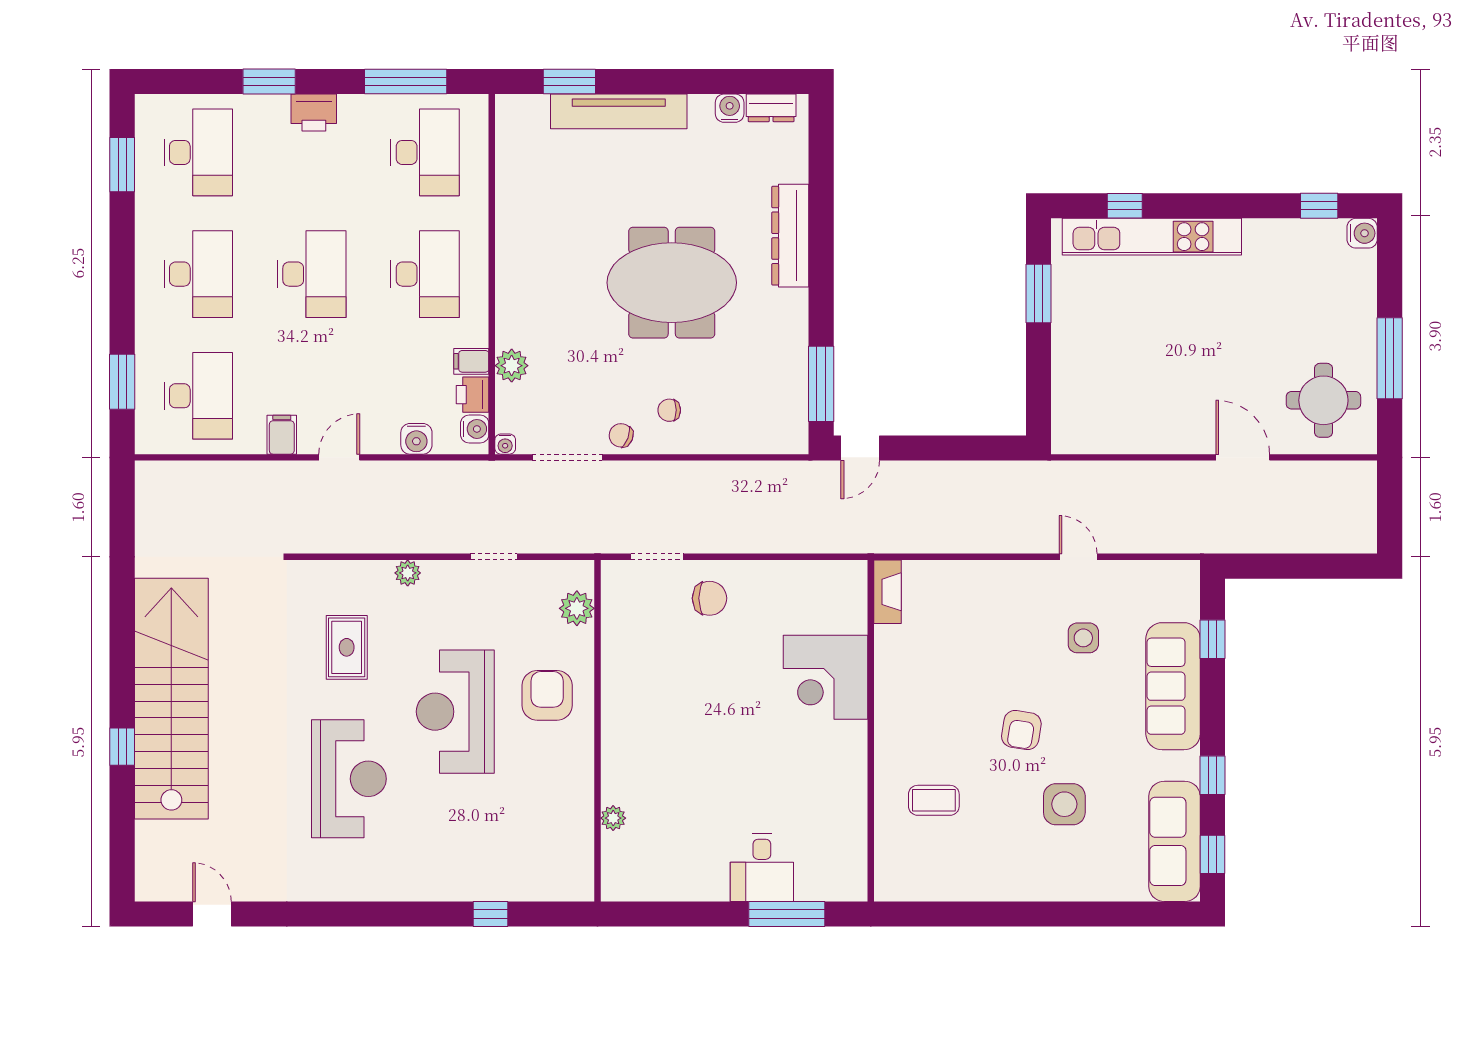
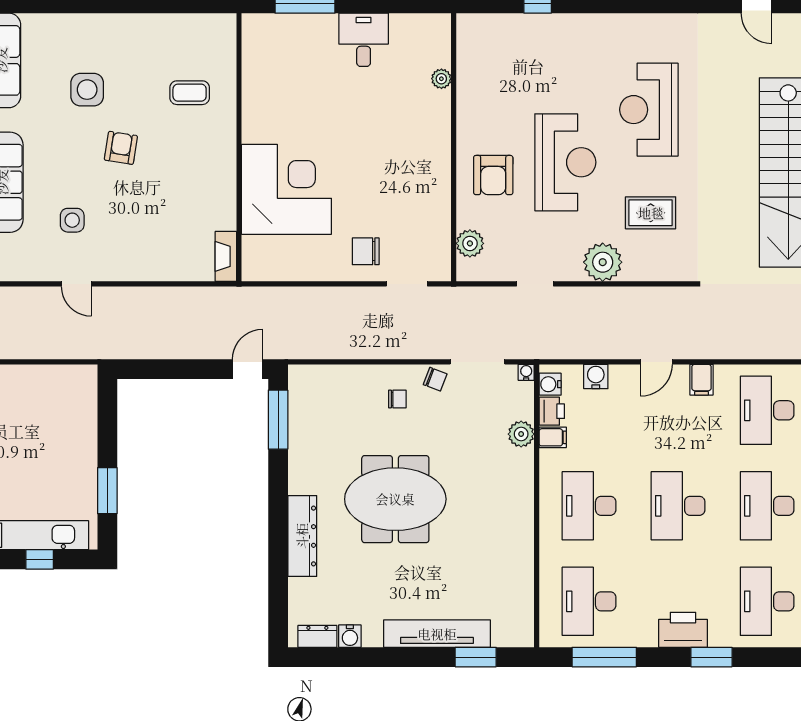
printer: (314, 113) -> (683, 630), width x1.37, depth x1.19
plant: (408, 573) -> (603, 262), width x1.87, depth x1.87
rug: (347, 647) -> (651, 213), turned 90
corner desk: (826, 677) -> (286, 189), width x1.36, depth x1.36
desk: (762, 868) -> (364, 40), moved

